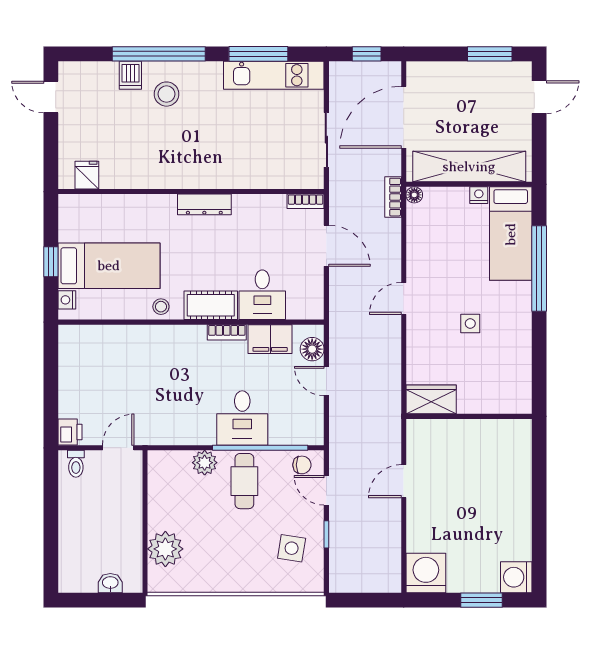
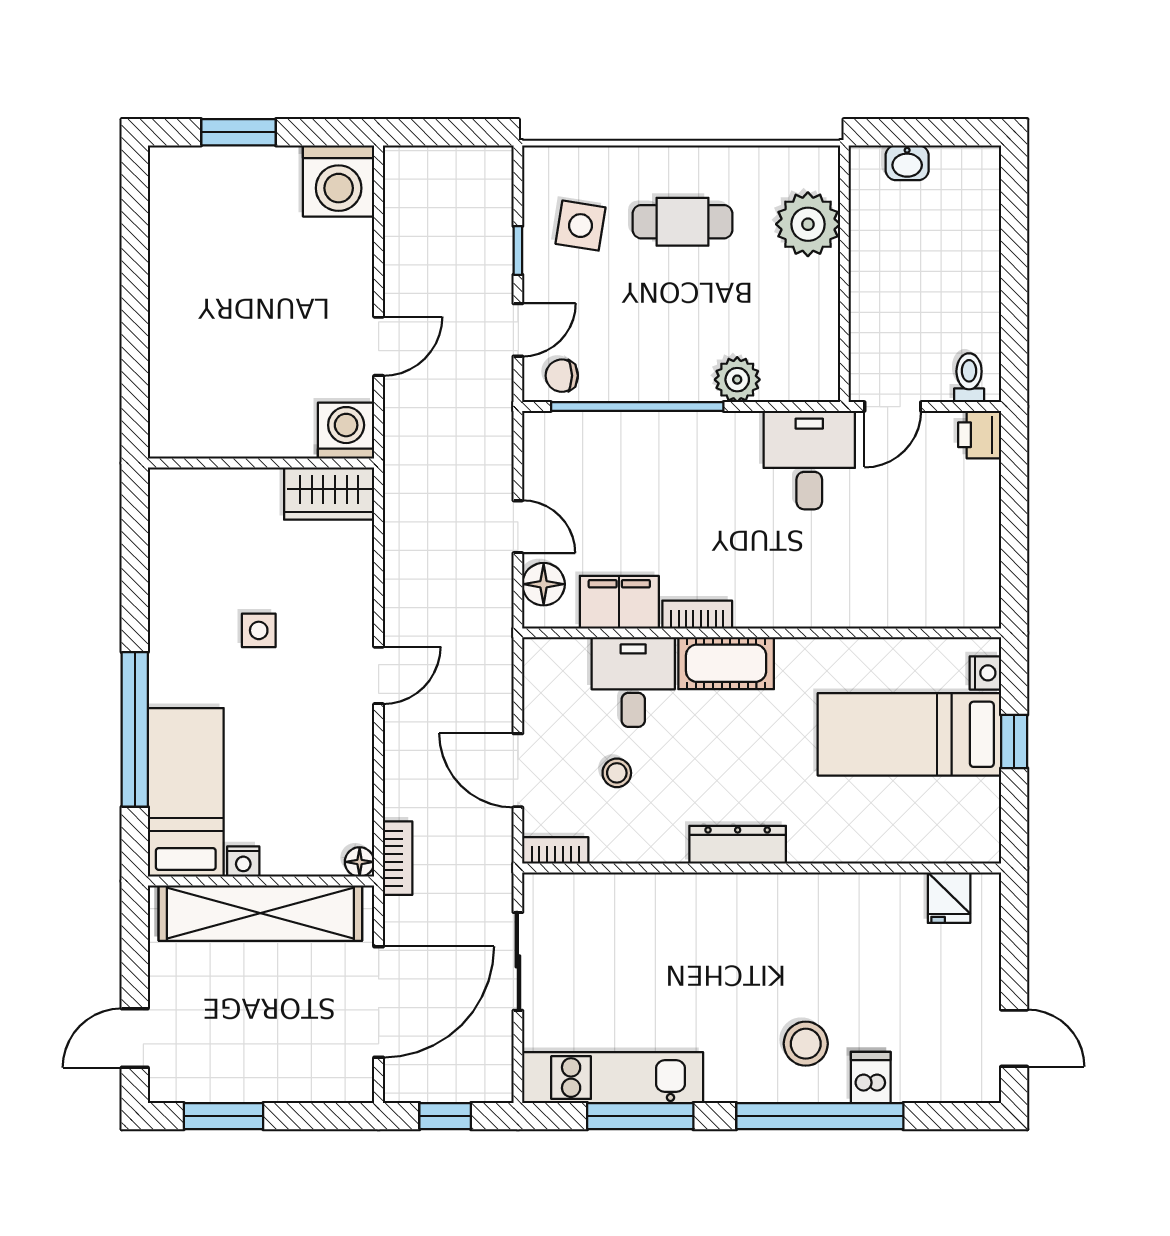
stool: (161, 307) -> (617, 773), moved
desk: (242, 418) -> (809, 460), moved
cafe table: (244, 481) -> (682, 222), moved, turned 90
door: (326, 490) -> (518, 330), hinge flipped
washing machine: (516, 577) -> (346, 431), moved, turned -90

